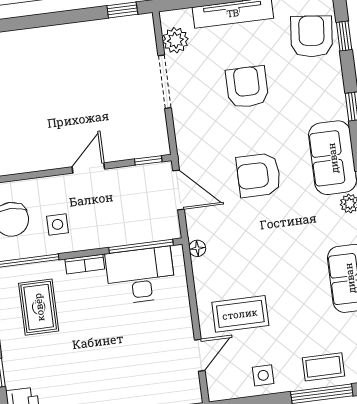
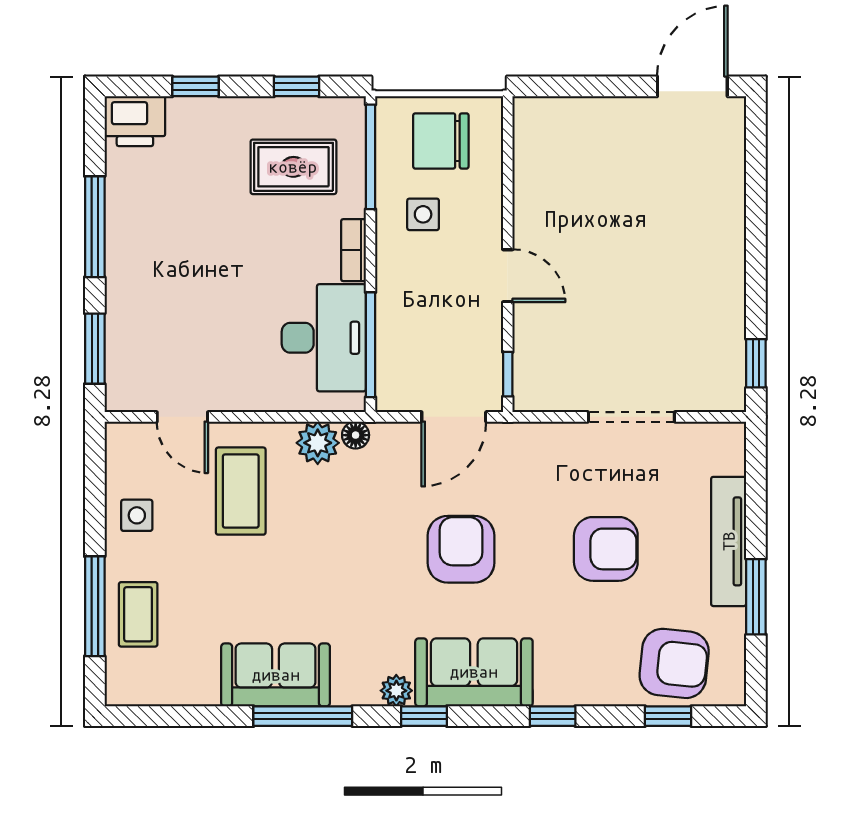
plant: (175, 40) -> (318, 443), moved

